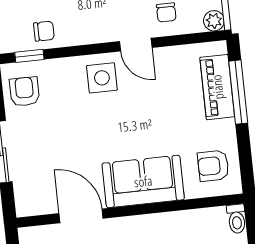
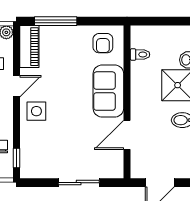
piano: (217, 87) -> (29, 47), moved, turned -90
armchair: (25, 92) -> (40, 164), removed
toilet: (237, 219) -> (140, 55), moved

